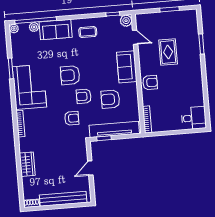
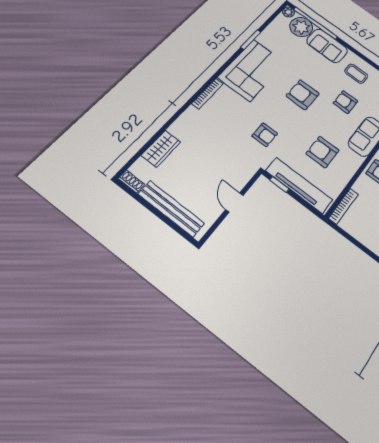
plant: (34, 27) -> (301, 27), width x1.87, depth x1.87
armchair: (84, 96) -> (345, 102), moved
wardrobe: (27, 164) -> (161, 149), moved
door: (90, 168) -> (234, 202), hinge flipped

